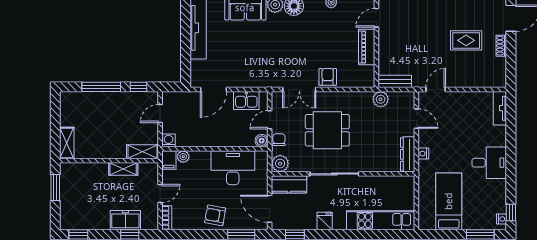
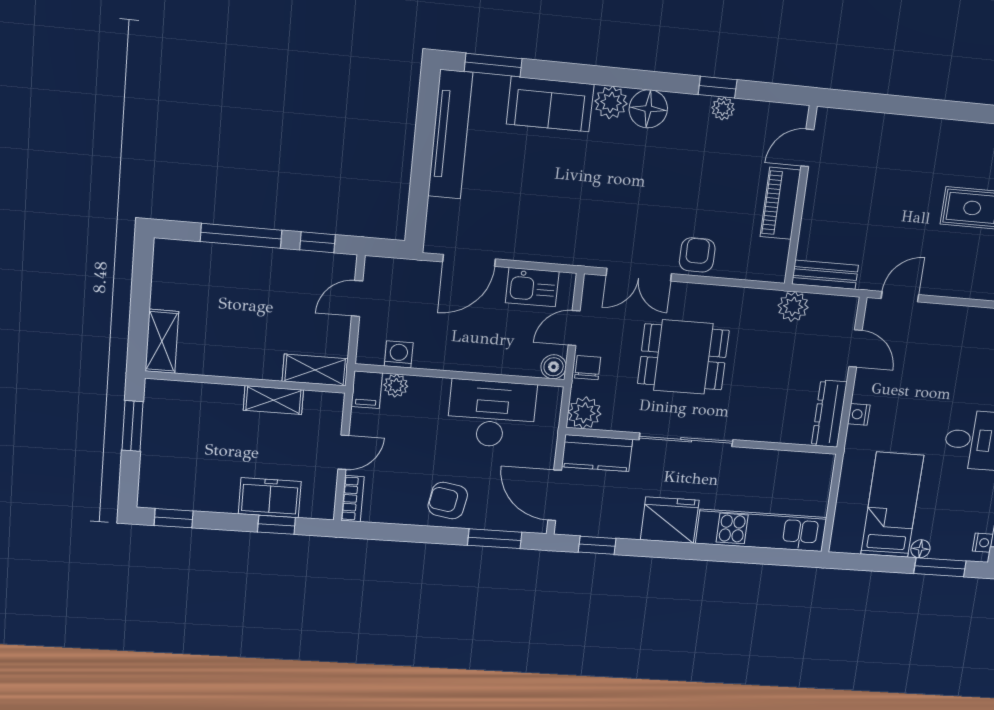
washing machine: (168, 140) -> (399, 354), moved
fridge: (325, 221) -> (670, 520), width x1.88, depth x1.34
floor lamp: (468, 225) -> (920, 549), added

